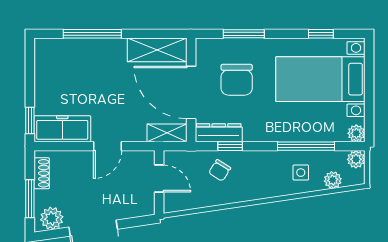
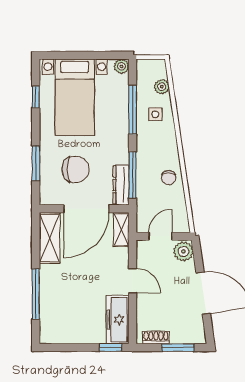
window: (230, 146) -> (133, 175), width x2.17
plant: (356, 159) -> (144, 67), removed
chair: (220, 170) -> (169, 178), moved, turned 58
plant: (52, 218) -> (183, 251), moved

